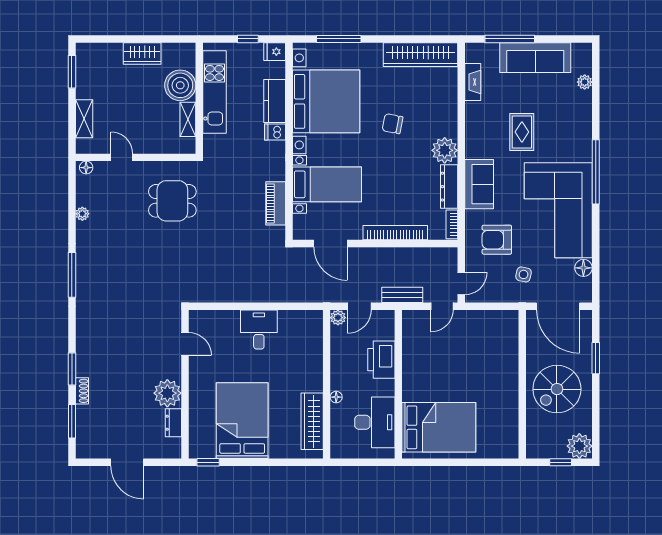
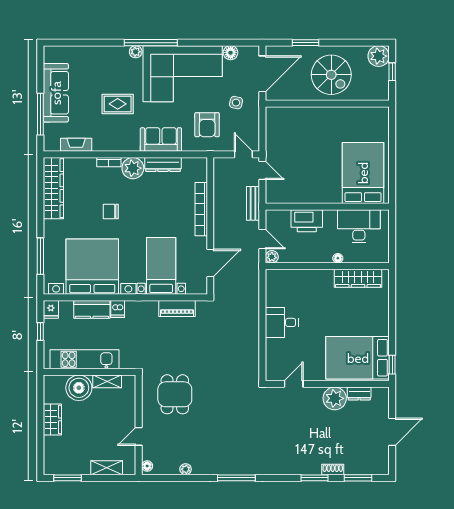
plant: (585, 82) -> (136, 52), moved
chair: (392, 124) -> (111, 211), turned 79
bookcase: (452, 224) -> (109, 162), moved
bed: (242, 421) -> (358, 358), moved

